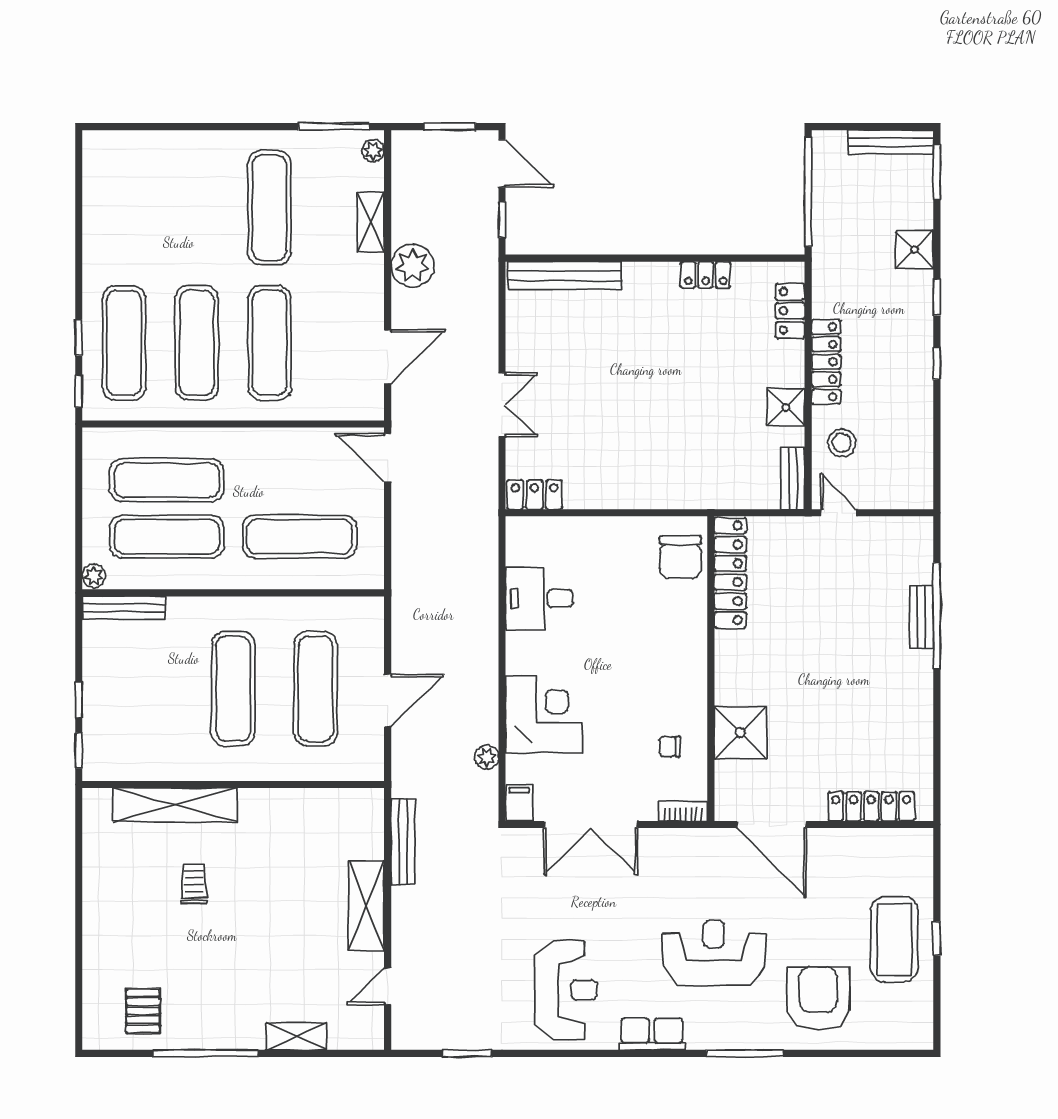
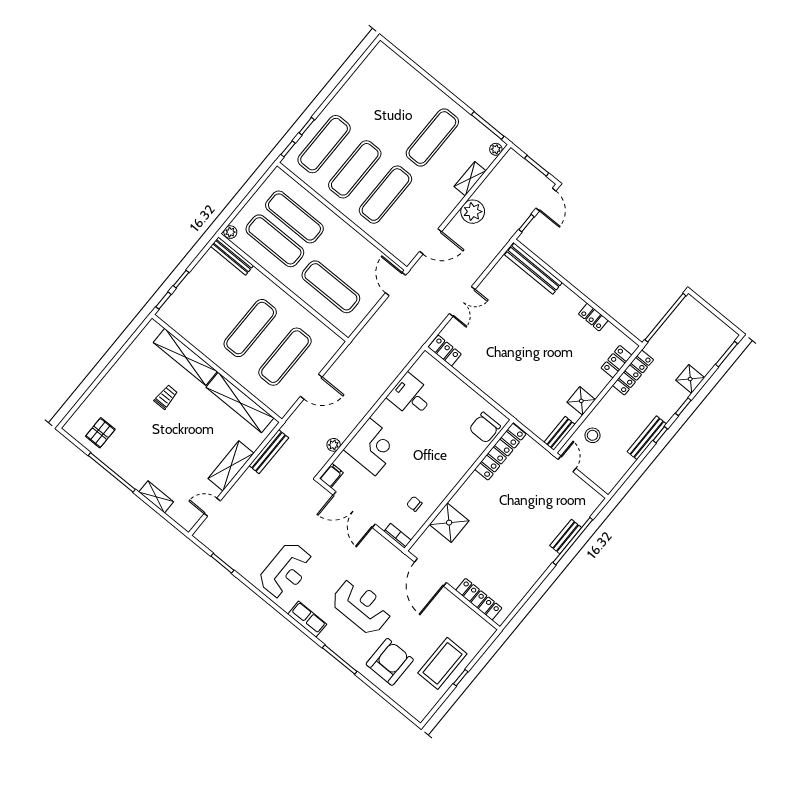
bench: (891, 142) -> (647, 438), moved, turned 90
locker: (826, 362) -> (633, 373), moved
shelving: (305, 806) -> (240, 403), added

